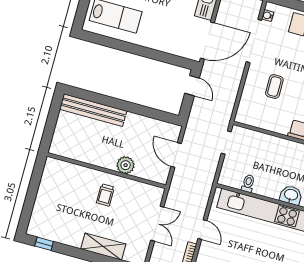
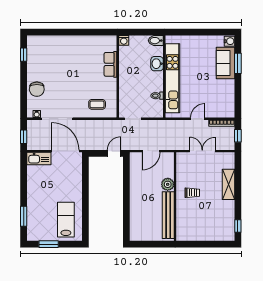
door: (192, 86) -> (114, 153), moved
coffee table: (274, 87) -> (97, 104), moved
bench: (93, 110) -> (168, 215), moved

